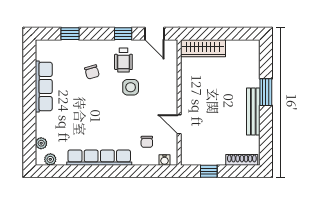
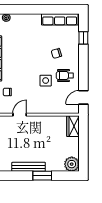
window: (123, 34) -> (83, 75), removed
wardrobe: (203, 48) -> (73, 126), width x0.67
plant: (249, 50) -> (72, 164), added
row of seats: (44, 86) -> (60, 19), moved

